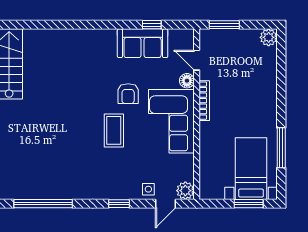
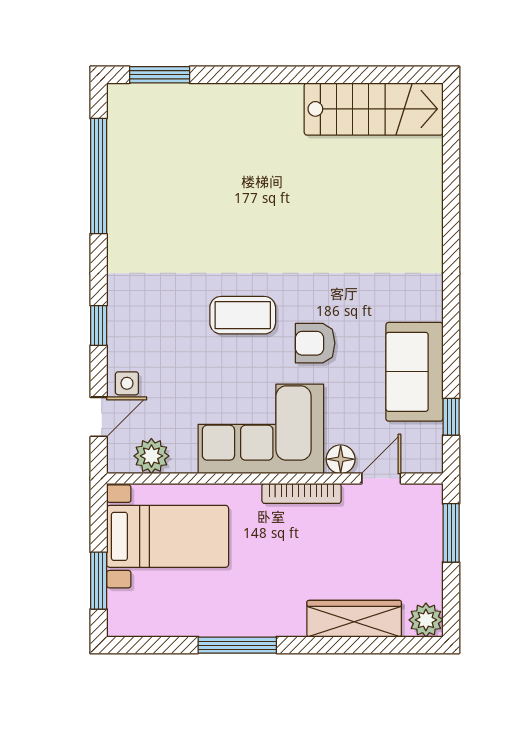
window: (152, 25) -> (451, 417), moved
wardrobe: (268, 74) -> (354, 619), added
window: (281, 148) -> (237, 645), moved
bed with nightstands: (251, 169) -> (168, 536), moved
plant: (185, 191) -> (151, 456), moved
door: (165, 204) -> (99, 417), swing flipped

